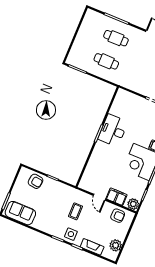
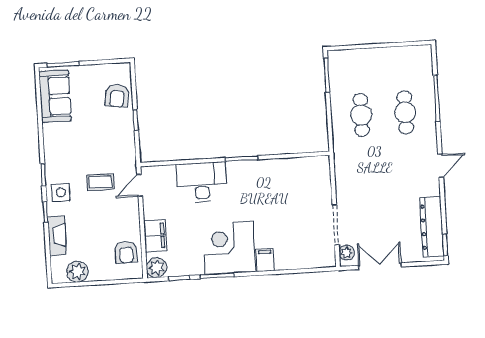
desk: (113, 131) -> (202, 182), moved
door: (99, 197) -> (140, 185), moved

